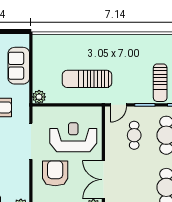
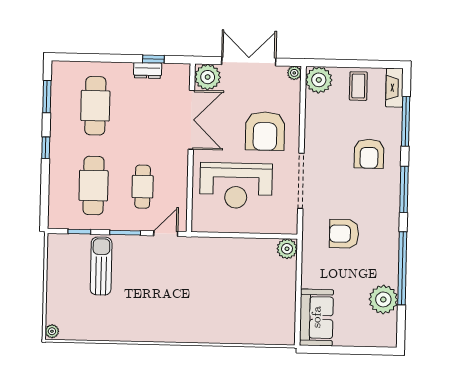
sofa: (19, 66) -> (316, 317), moved
sun lounger: (87, 79) -> (213, 274), removed

